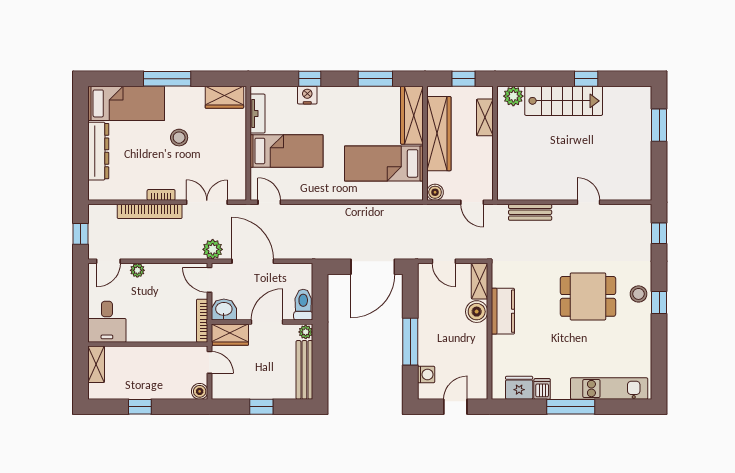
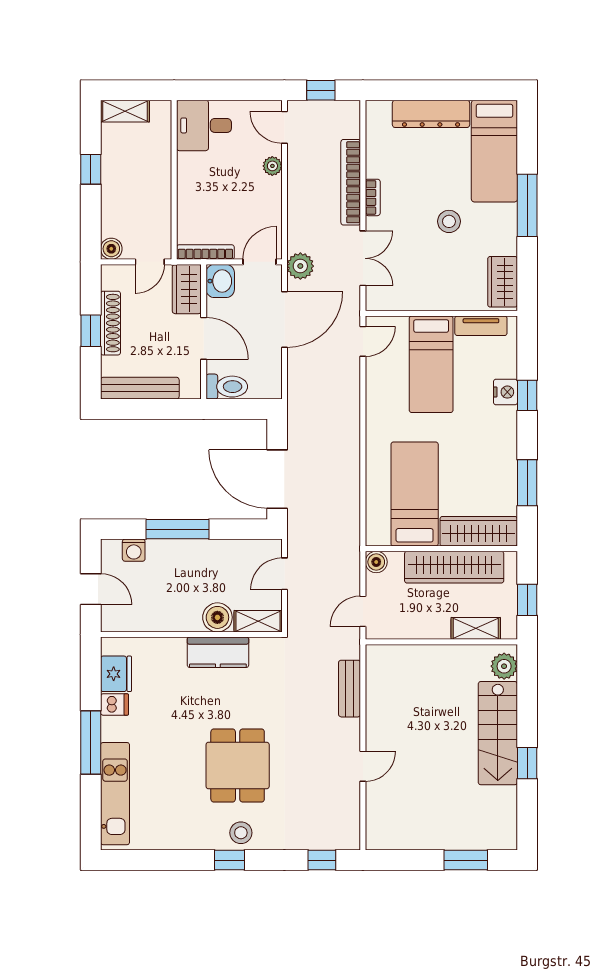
plant: (306, 332) -> (190, 390), removed
shelving: (96, 364) -> (125, 111), moved
shoe rack: (255, 392) -> (110, 323), added

